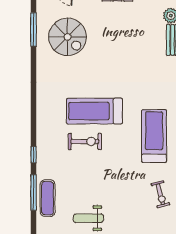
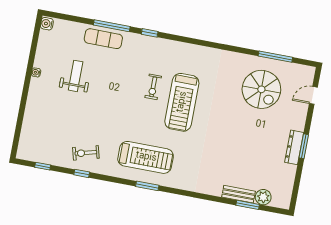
spiral stairs: (68, 37) -> (261, 89), turned -90
treadmill: (94, 111) -> (182, 102), turned 180
exercise bike: (85, 141) -> (153, 87), width x0.73, depth x0.72

